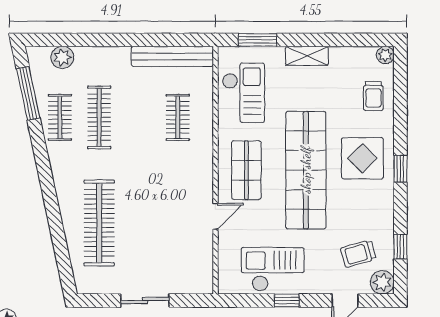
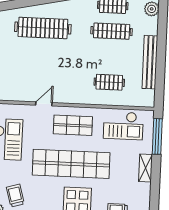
window: (258, 40) -> (157, 136), width x1.44
bench: (172, 56) -> (150, 62), moved
door: (215, 216) -> (44, 104), swing flipped

